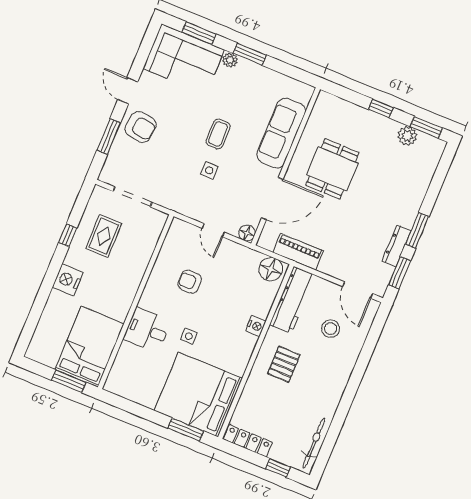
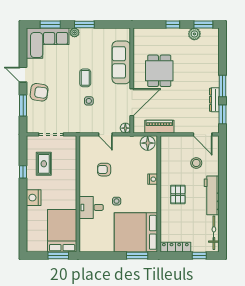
workbench: (292, 300) -> (212, 195), moved, turned 180

